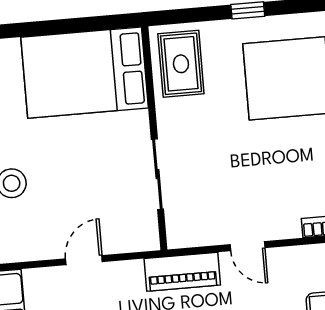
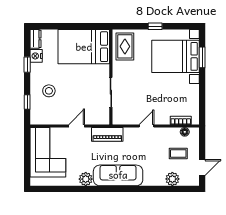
door: (248, 246) -> (146, 126), swing flipped
piano: (182, 272) -> (107, 134), moved

